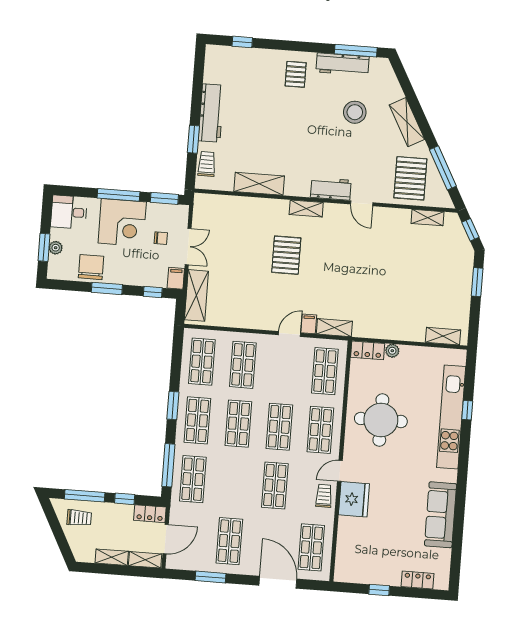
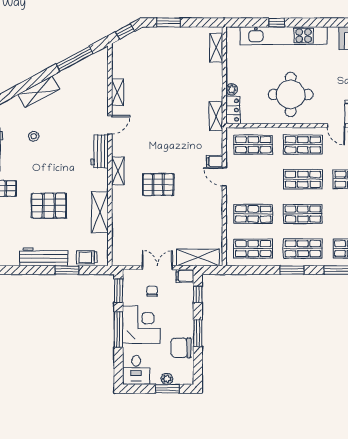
stool: (355, 112) -> (34, 136), width x0.53, depth x0.53
pallet: (410, 178) -> (49, 206), moved
shelving: (427, 218) -> (118, 92), moved
shelving: (334, 328) -> (216, 116), moved

